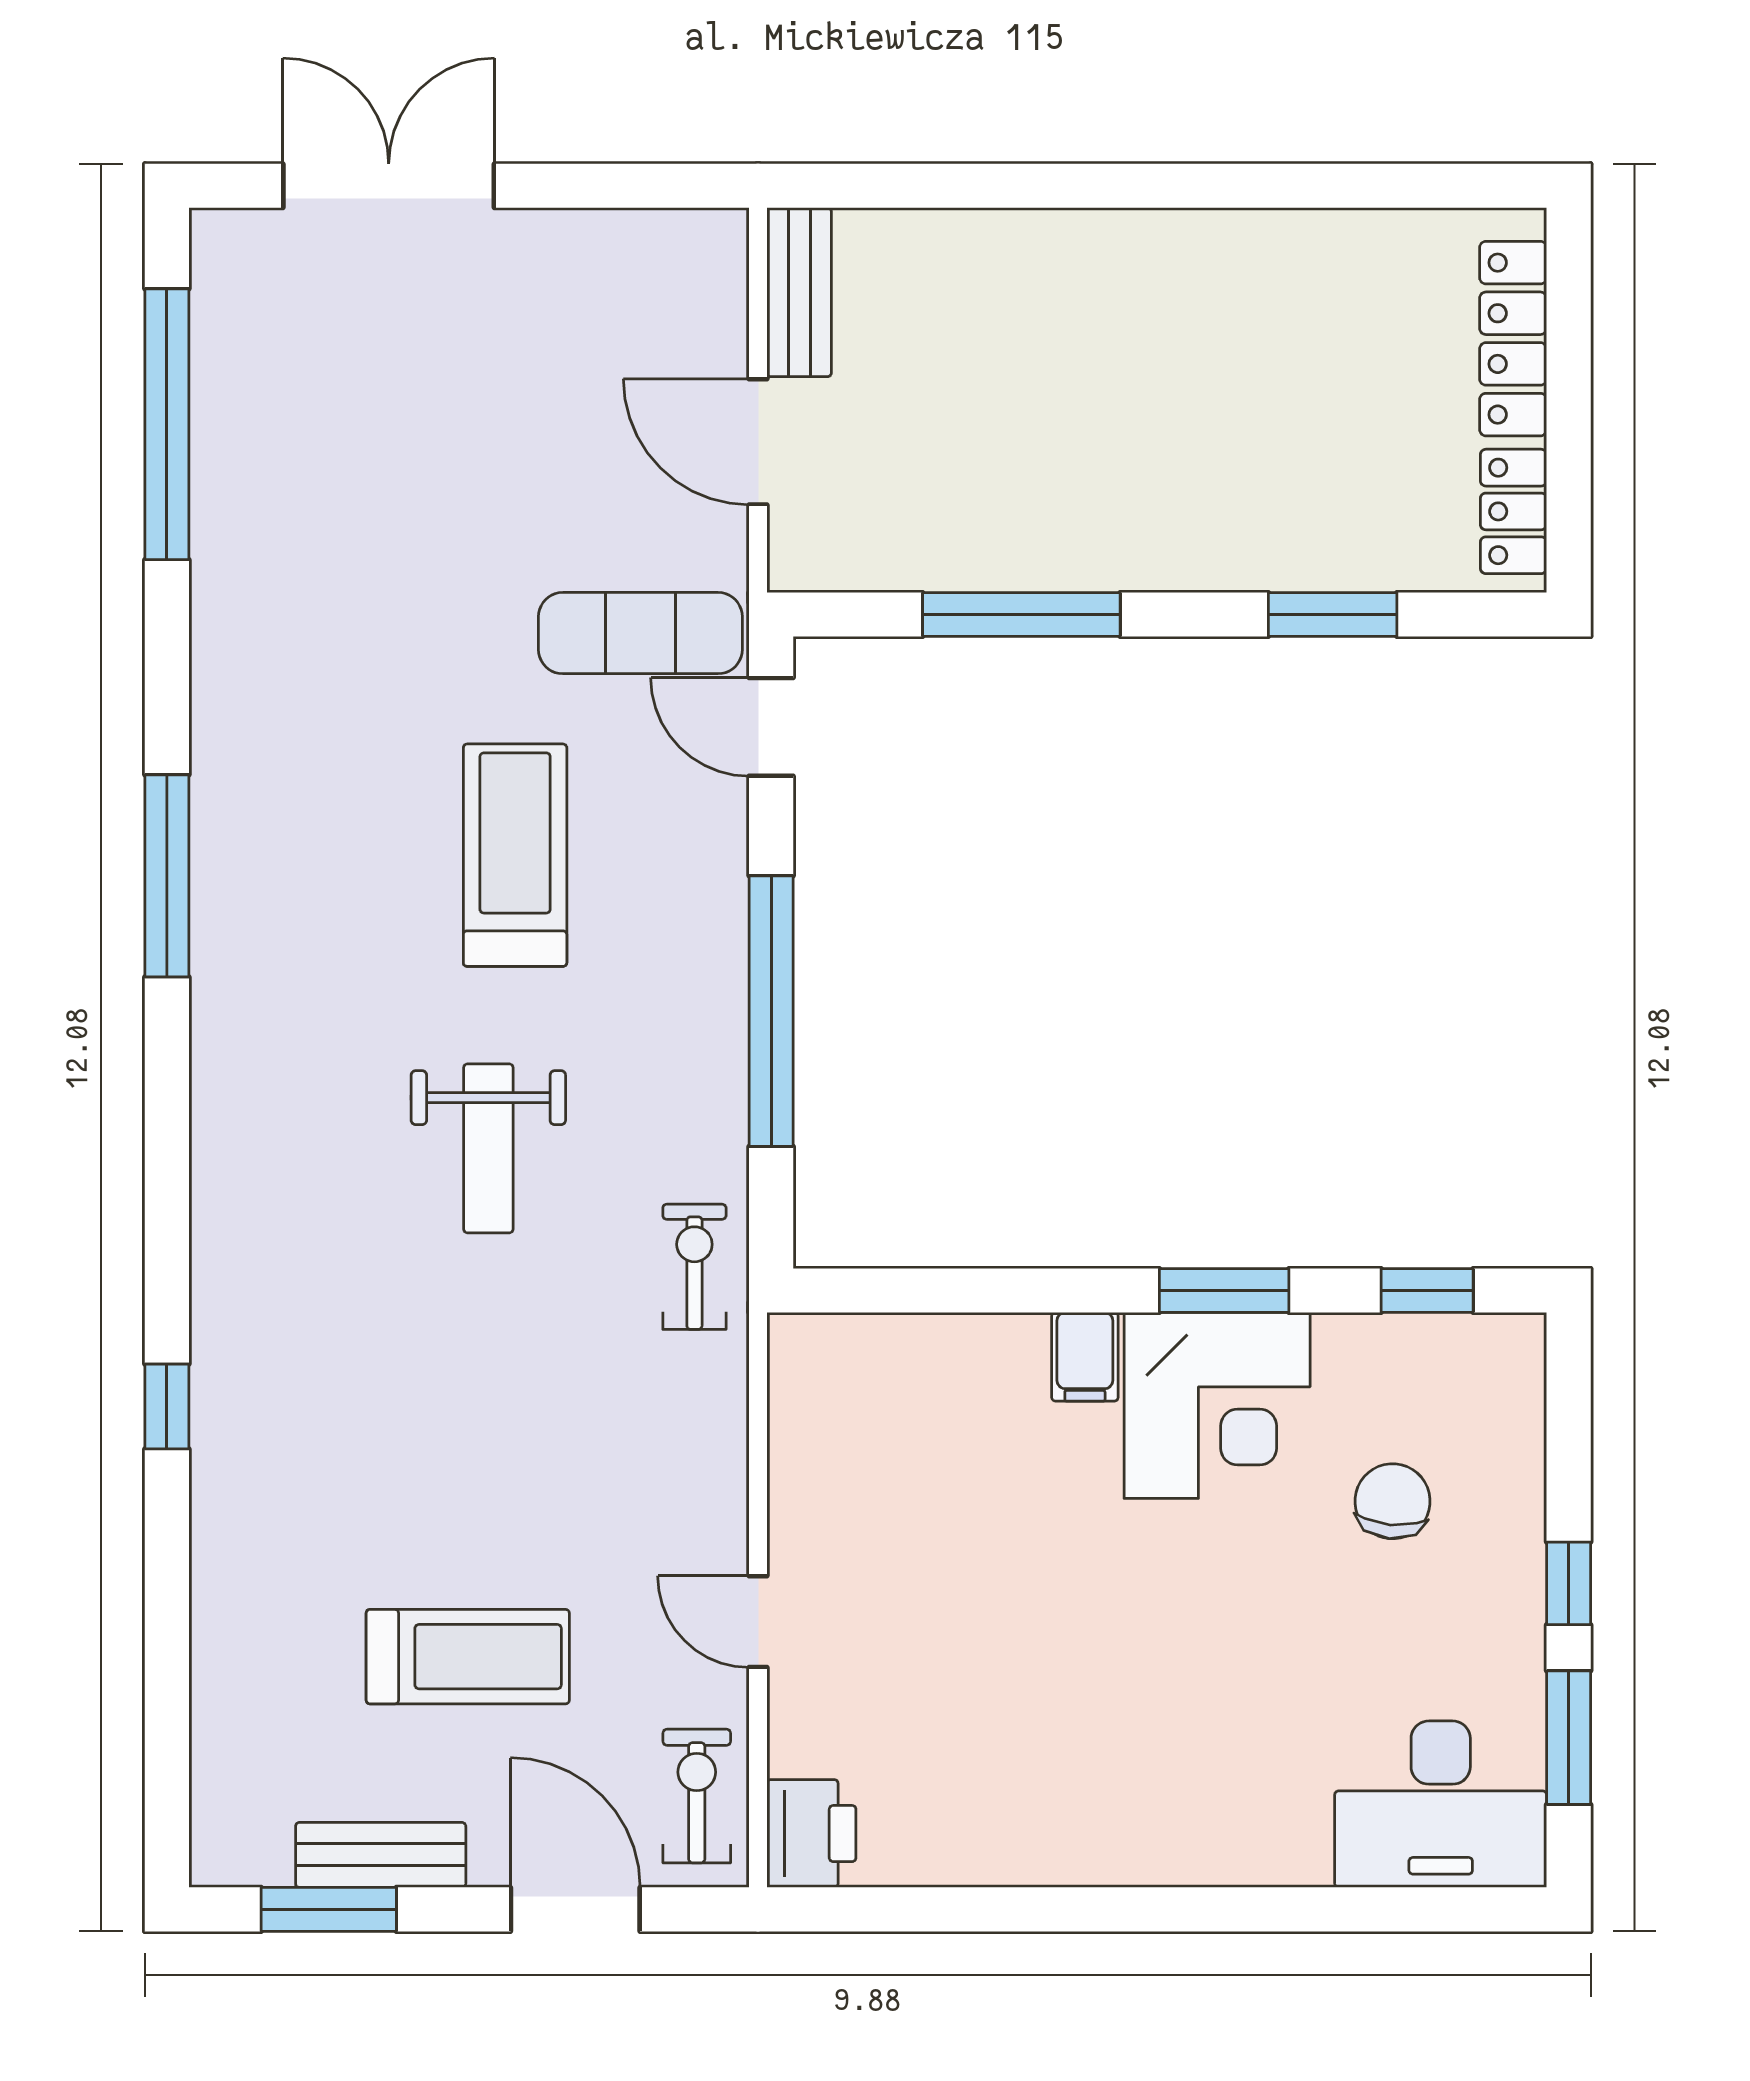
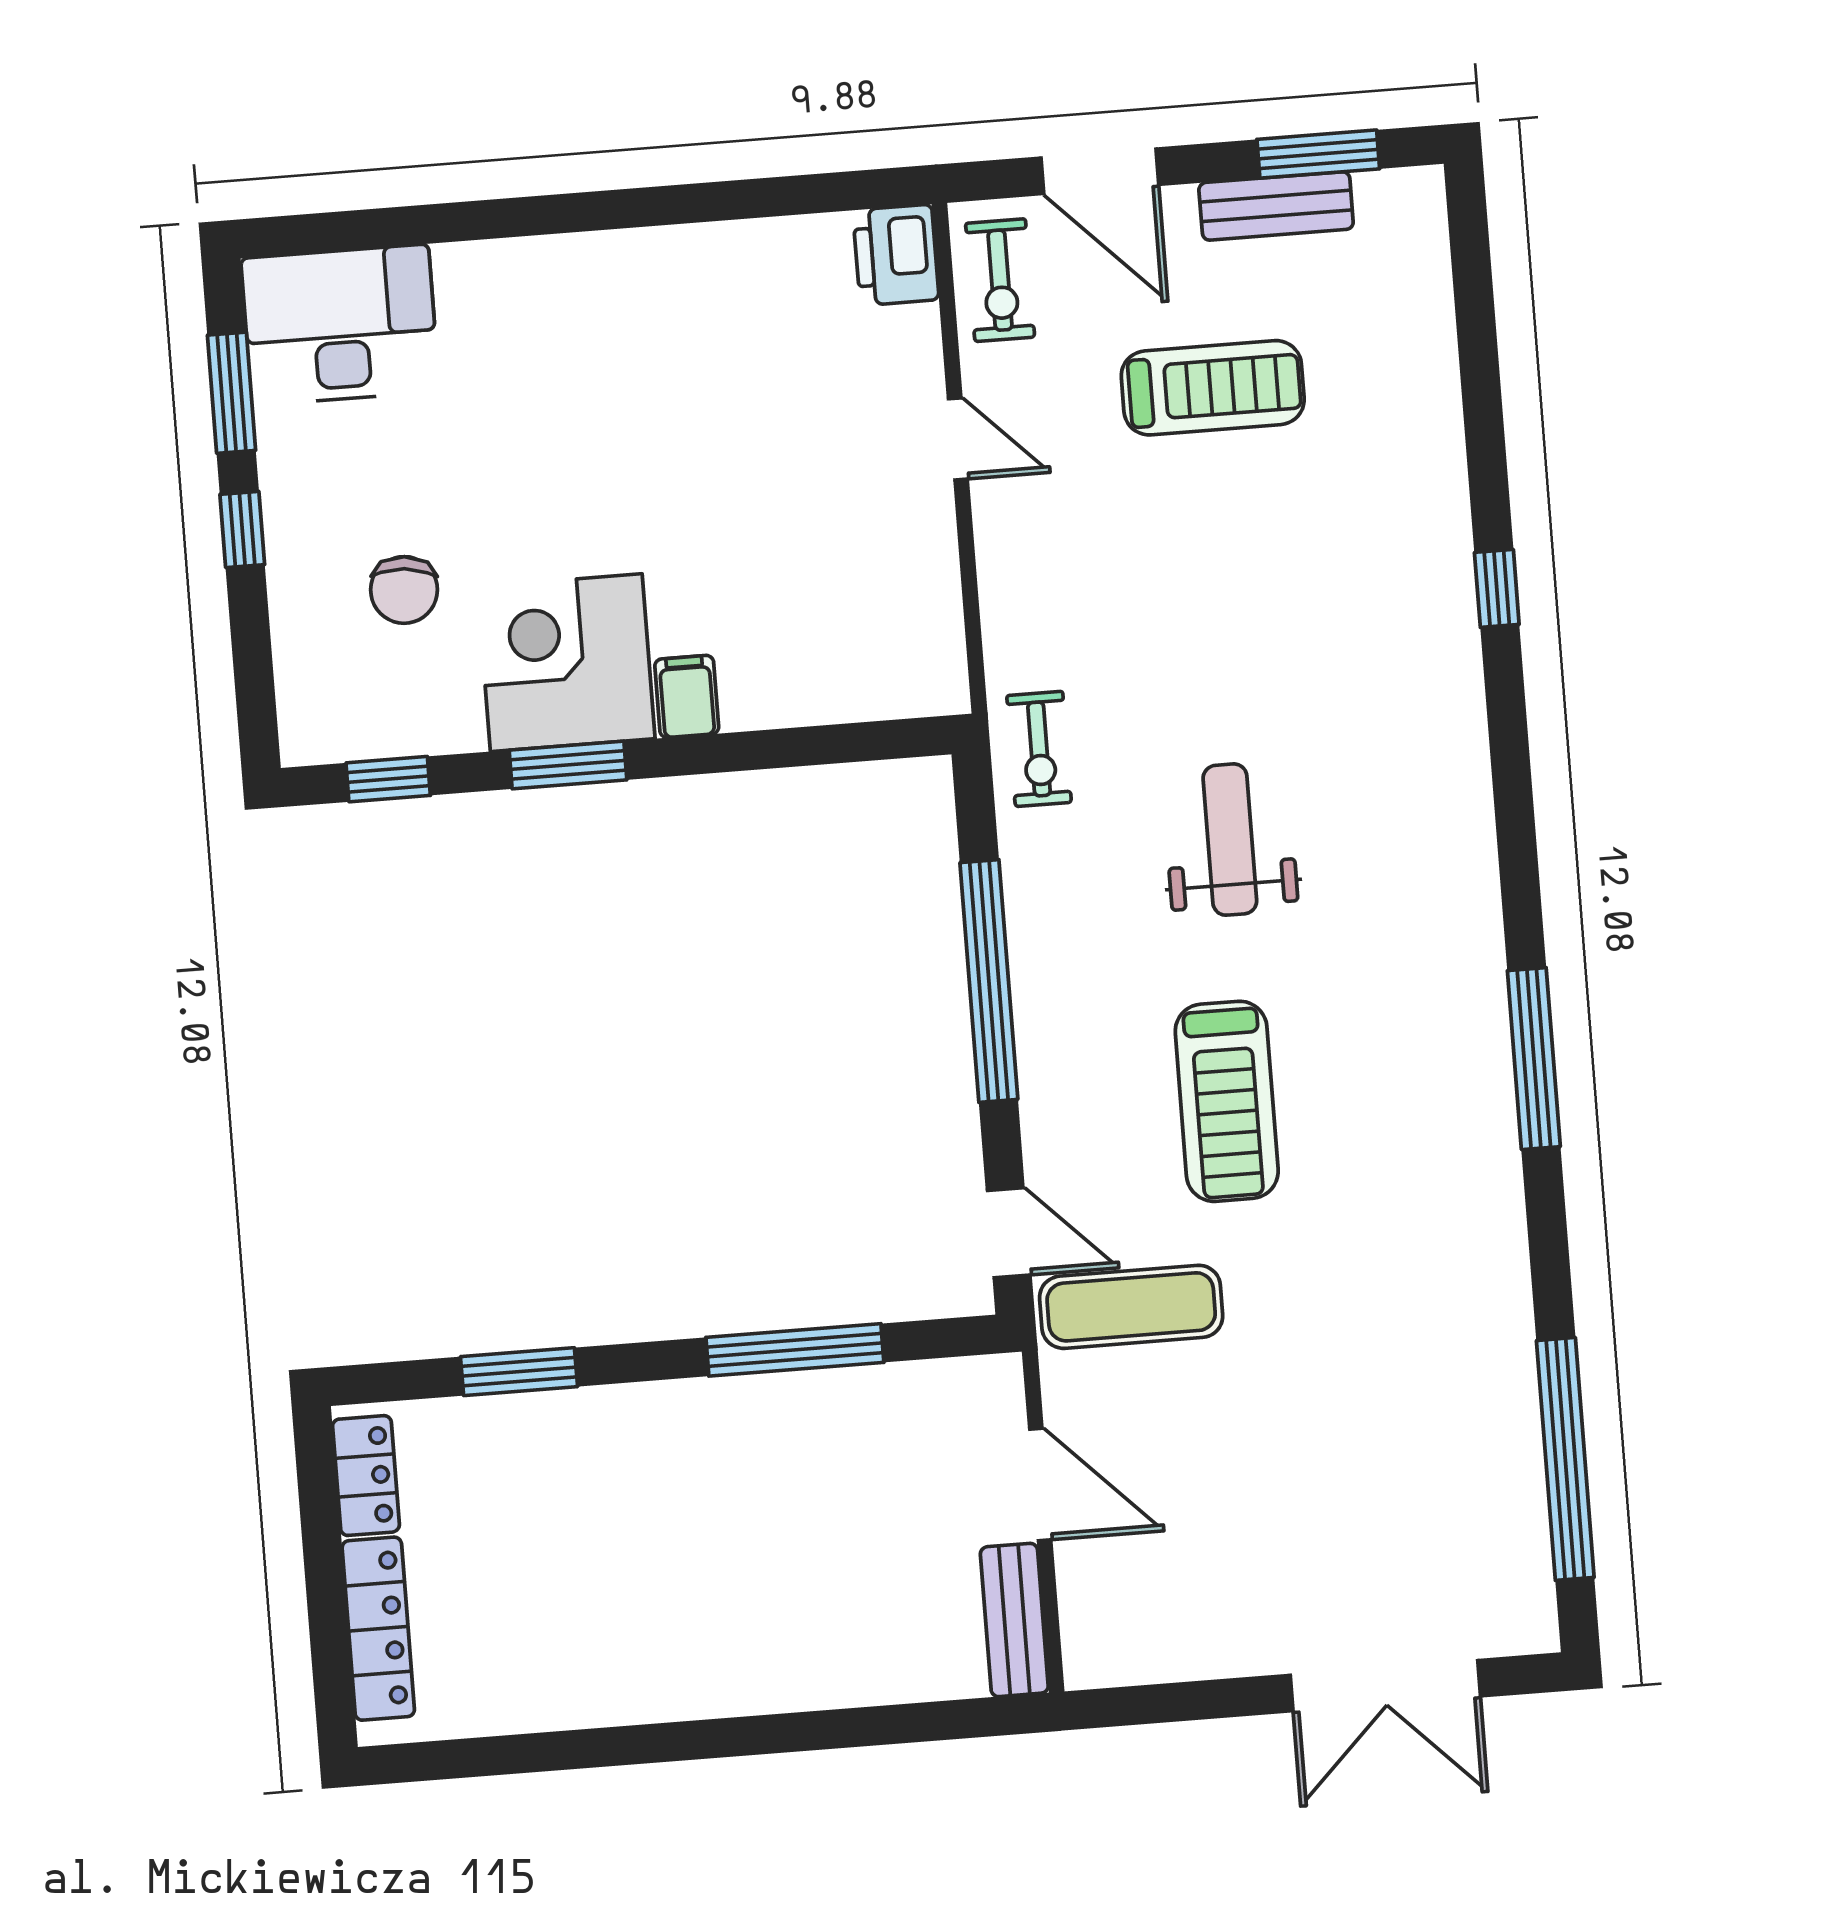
treadmill: (468, 1657) -> (1213, 388), turned 180

